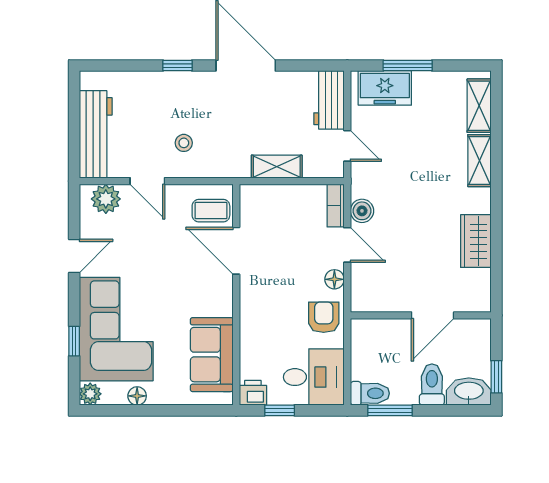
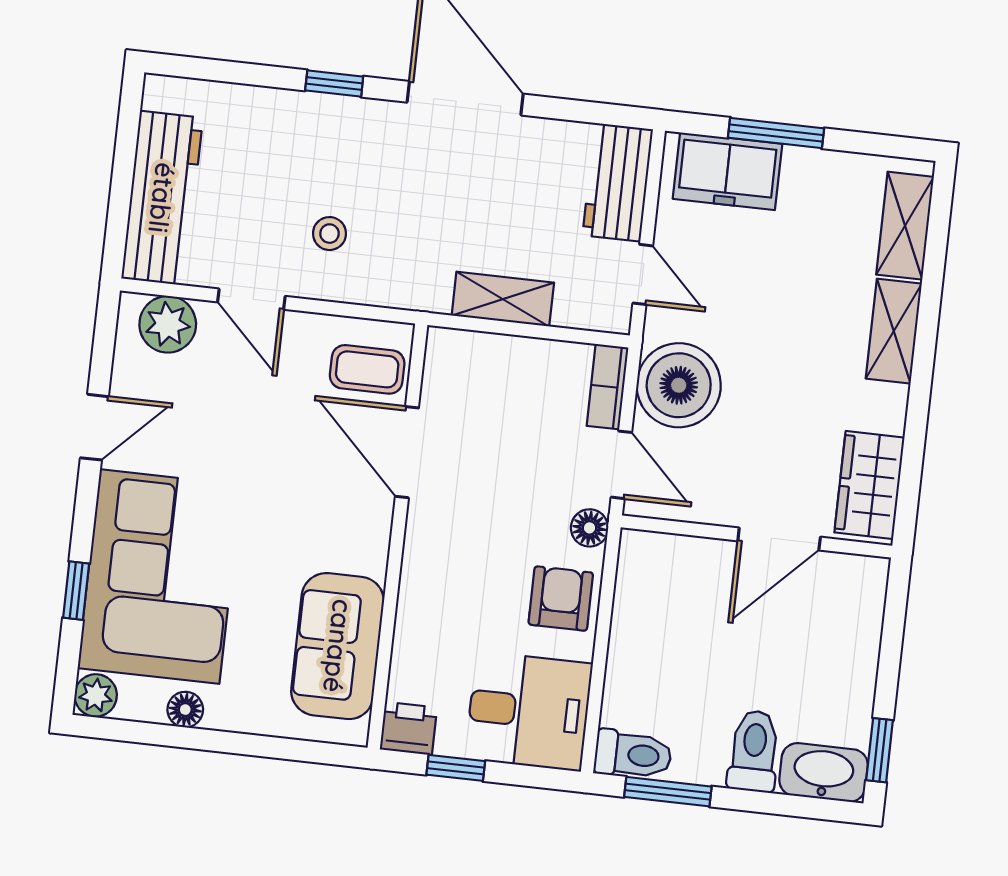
boiler: (362, 211) -> (679, 385), width x1.86, depth x1.86
wall: (421, 315) -> (756, 537), moved
door: (433, 315) -> (779, 539), moved

